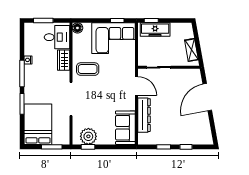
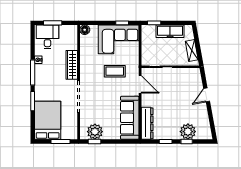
freezer: (155, 30) -> (170, 31), moved
desk: (57, 37) -> (47, 37), moved, turned -90
wardrobe: (64, 60) -> (72, 65), width x1.50
coffee table: (88, 69) -> (115, 71), moved
door: (207, 97) -> (207, 95), width x0.53
dresser: (144, 115) -> (147, 123), moved
sofa: (125, 128) -> (130, 118), width x1.36
plant: (187, 136) -> (188, 132), added

